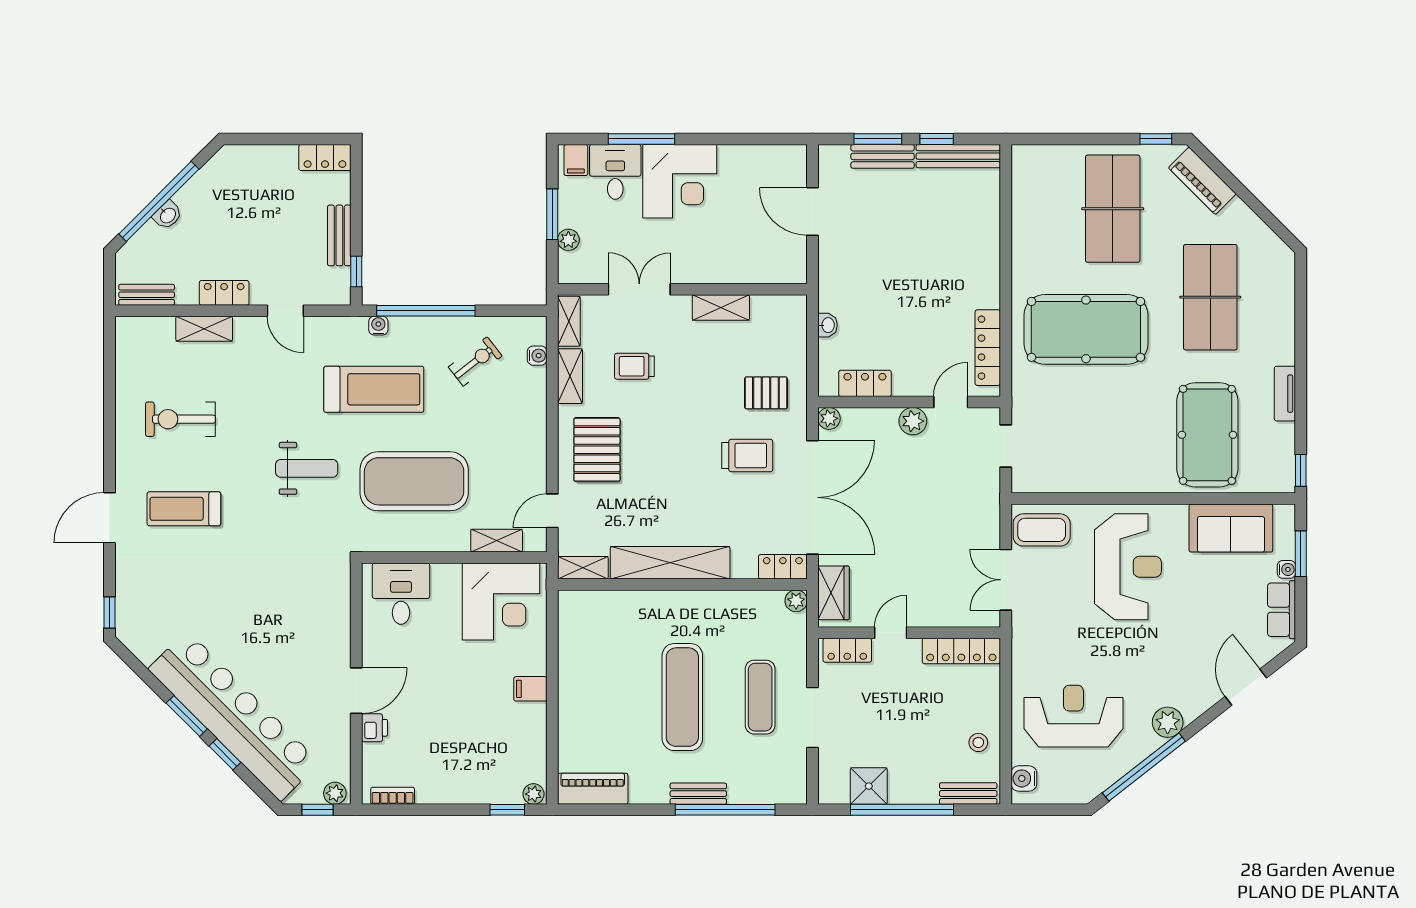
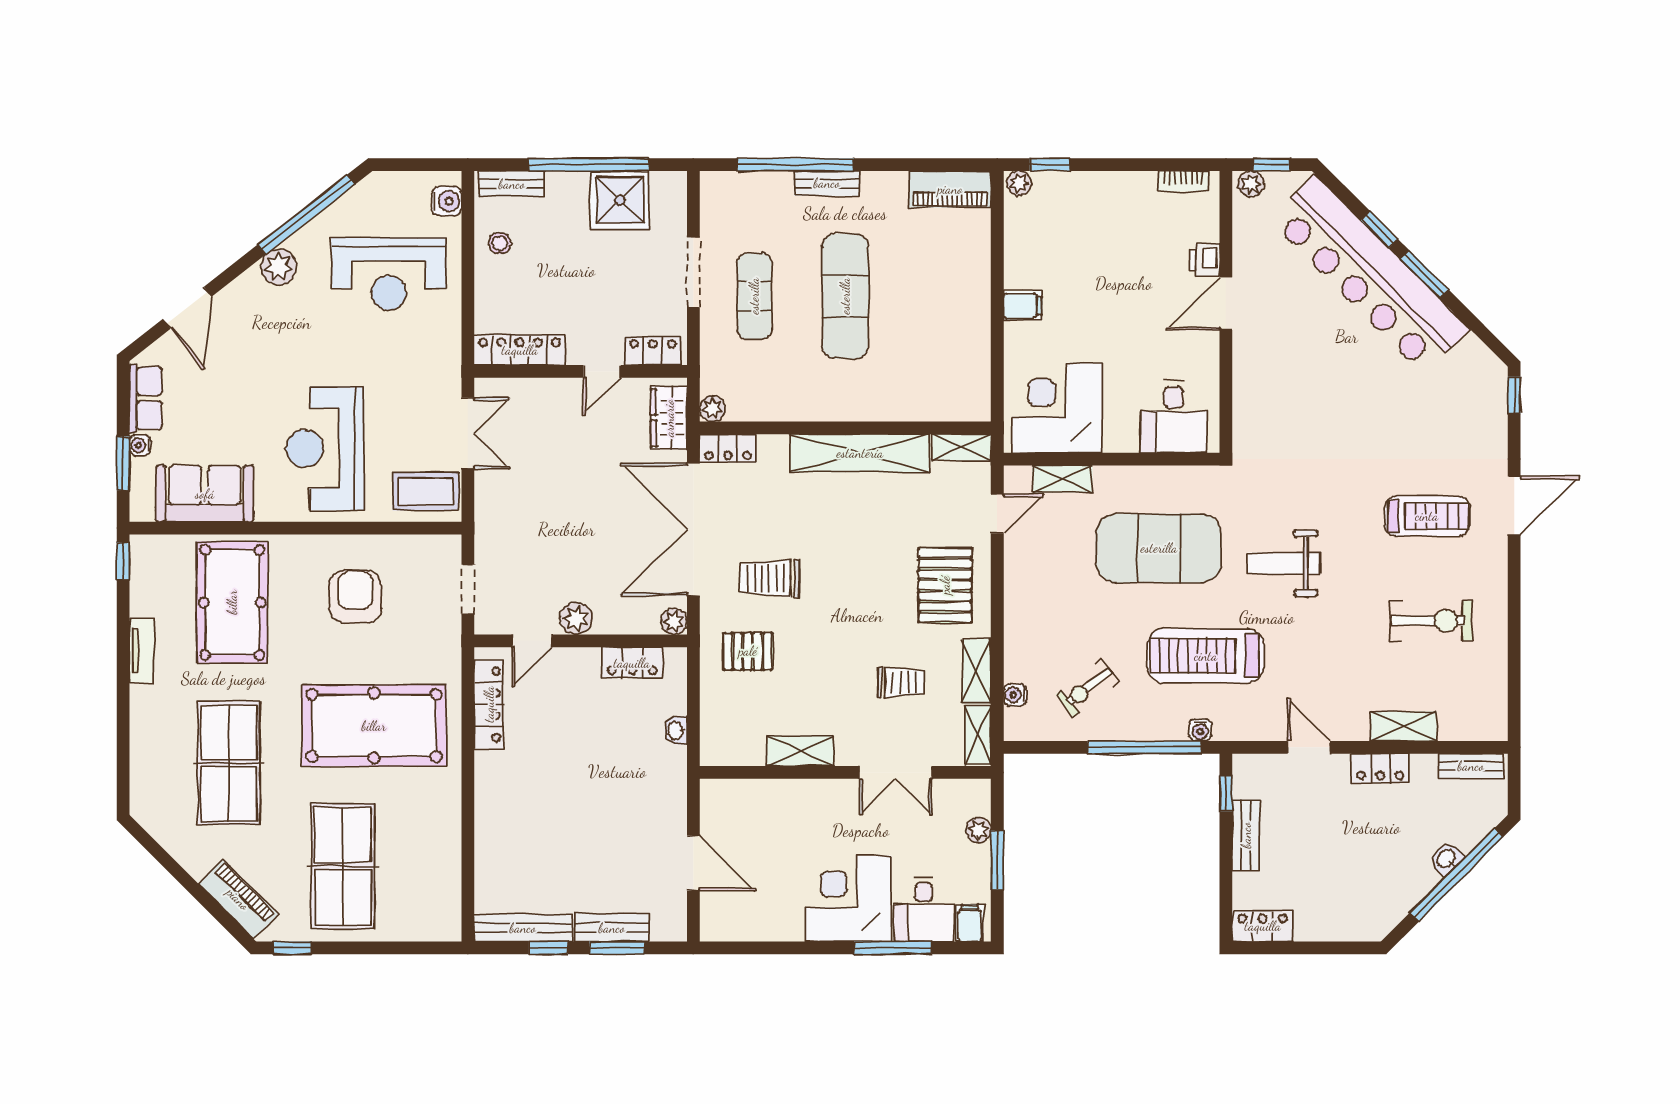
armchair: (1102, 440) -> (355, 597), added
shower: (869, 786) -> (620, 200), width x1.36, depth x1.36

